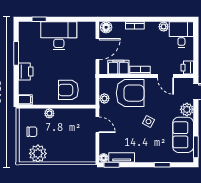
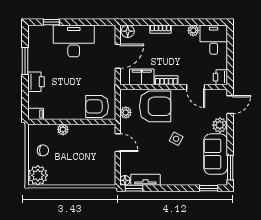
armchair: (68, 90) -> (97, 106), moved
plant: (38, 153) -> (38, 175), moved
window: (162, 165) -> (209, 188), moved

